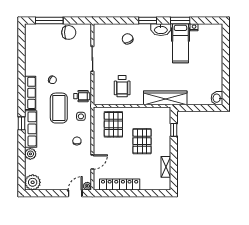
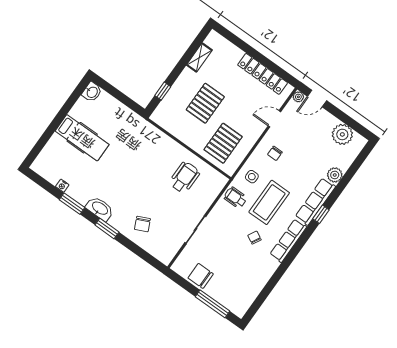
hospital bed: (180, 43) -> (82, 138), moved, turned 90
wardrobe: (165, 98) -> (147, 132), removed
plant: (33, 182) -> (342, 134), moved

